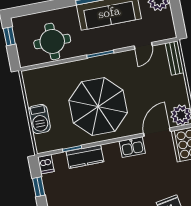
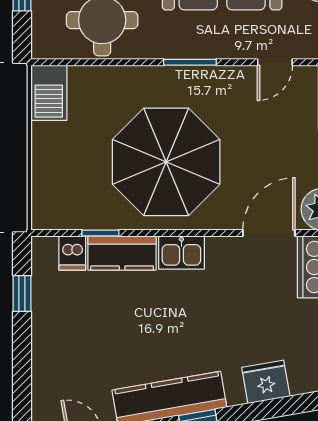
barbecue: (39, 119) -> (49, 93), moved
kitchen sink: (132, 147) -> (181, 253), moved
dishwasher: (46, 164) -> (72, 253), moved

